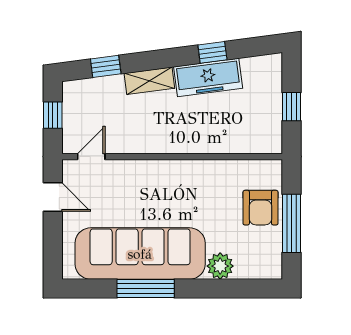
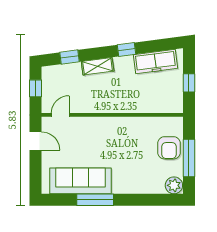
window: (212, 52) -> (126, 50), moved
freezer: (208, 77) -> (155, 62), moved
sofa: (140, 254) -> (81, 181), width x0.74, depth x0.79
plant: (220, 266) -> (174, 185), moved

